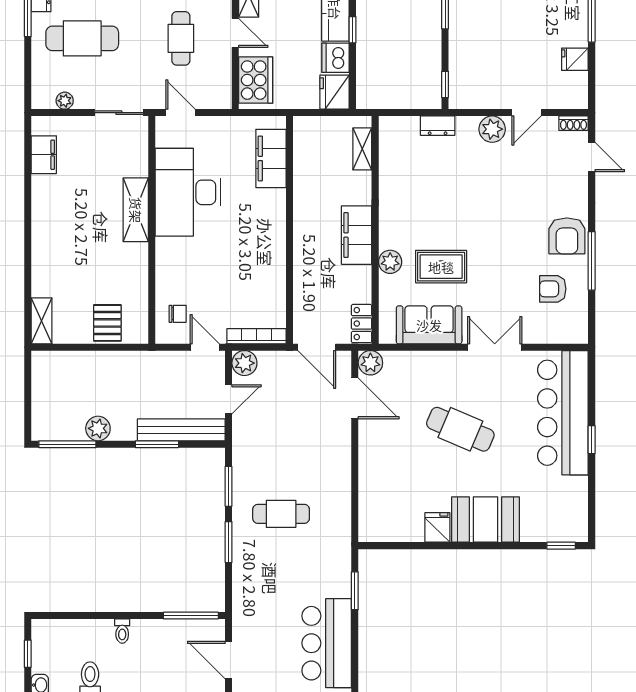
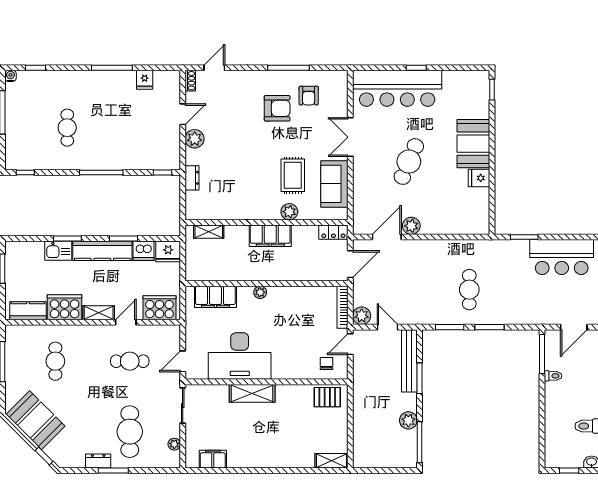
window: (353, 30) -> (124, 239), width x1.50
door: (526, 113) -> (183, 114), hinge flipped
plant: (277, 221) -> (260, 292), added
armchair: (567, 236) -> (277, 108), moved
pallet: (107, 323) -> (327, 397), moved
plant: (370, 363) -> (411, 226), moved
toilet: (122, 631) -> (553, 376), moved

